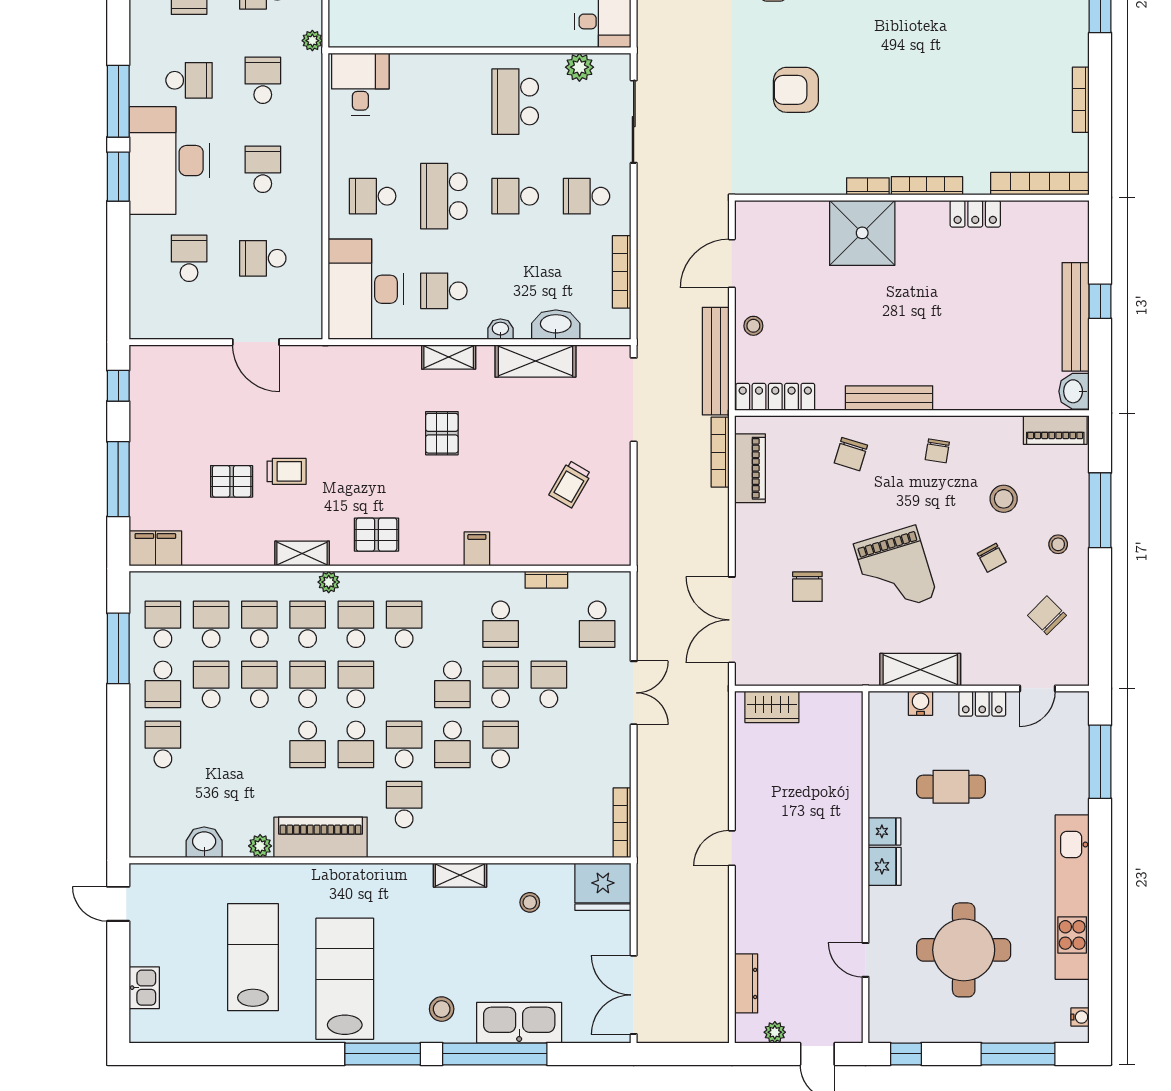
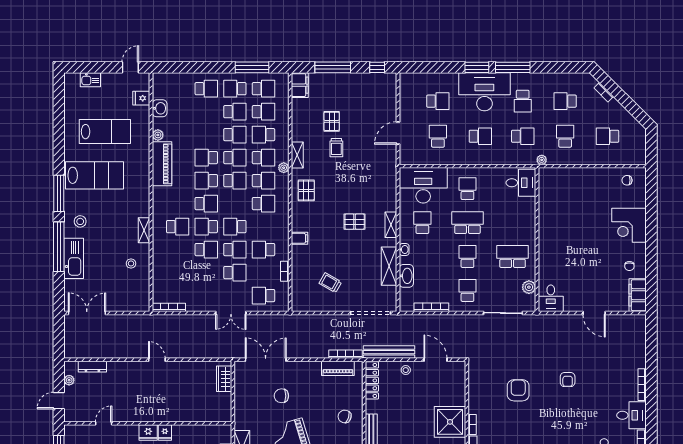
school desk: (259, 624) -> (263, 135), turned 180
school desk: (404, 804) -> (178, 227), moved
fridge: (603, 887) -> (141, 98), moved, width x0.53, depth x0.75

